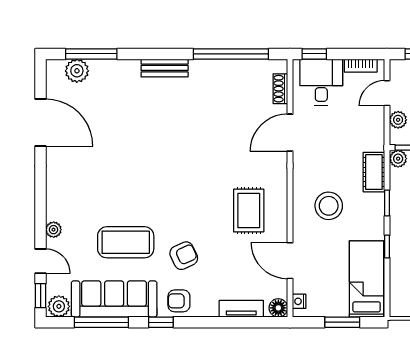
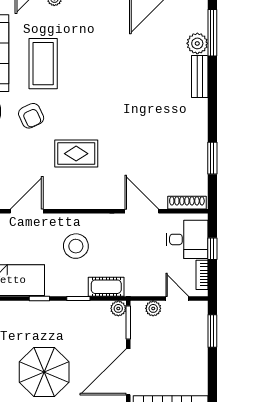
window: (231, 54) -> (212, 158), width x0.47
window: (314, 54) -> (212, 249), moved
bench: (165, 68) -> (200, 77), moved
plant: (77, 71) -> (197, 43), moved
shoe rack: (280, 89) -> (187, 203), width x1.43
rug: (249, 211) -> (76, 154), moved

